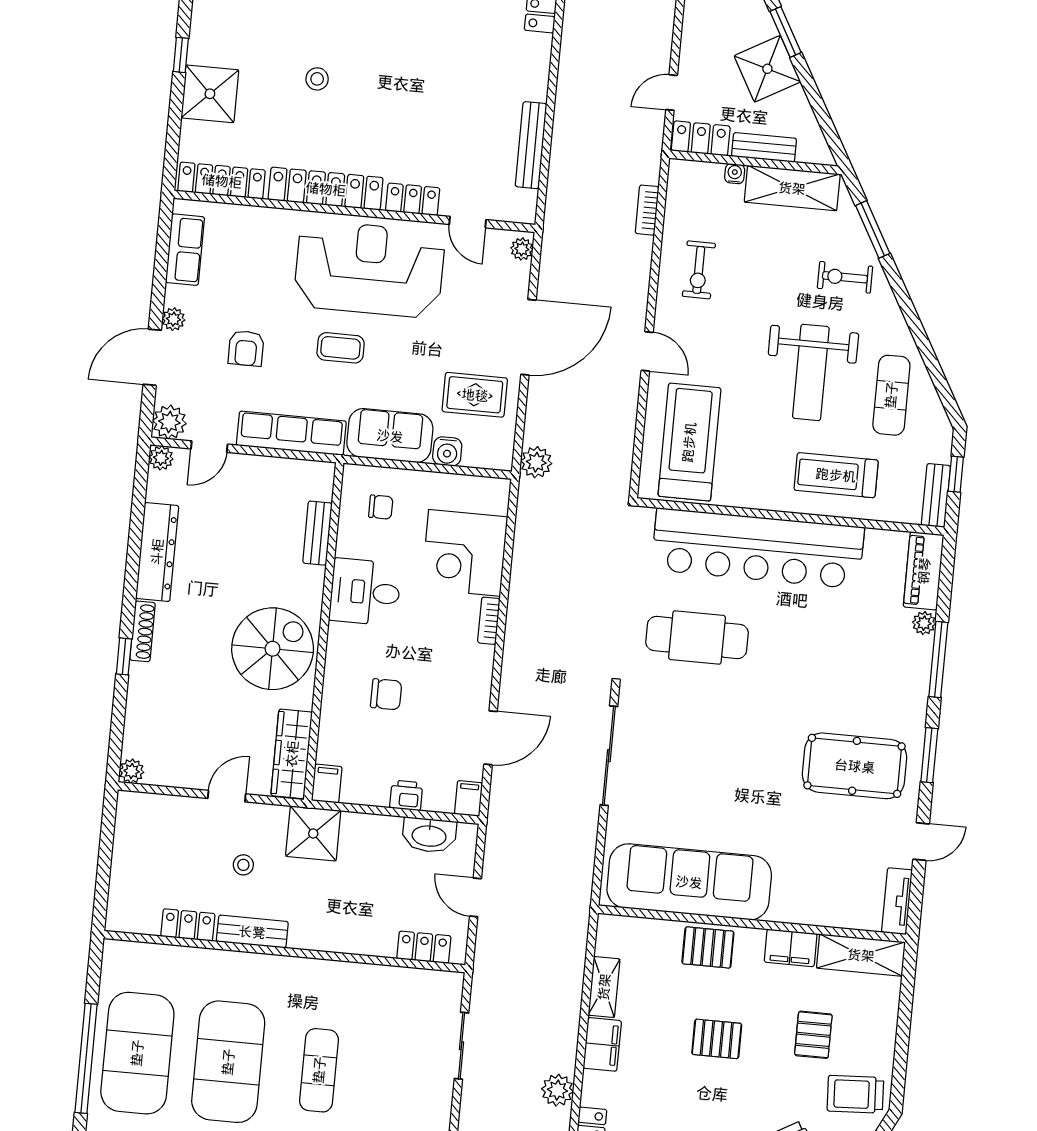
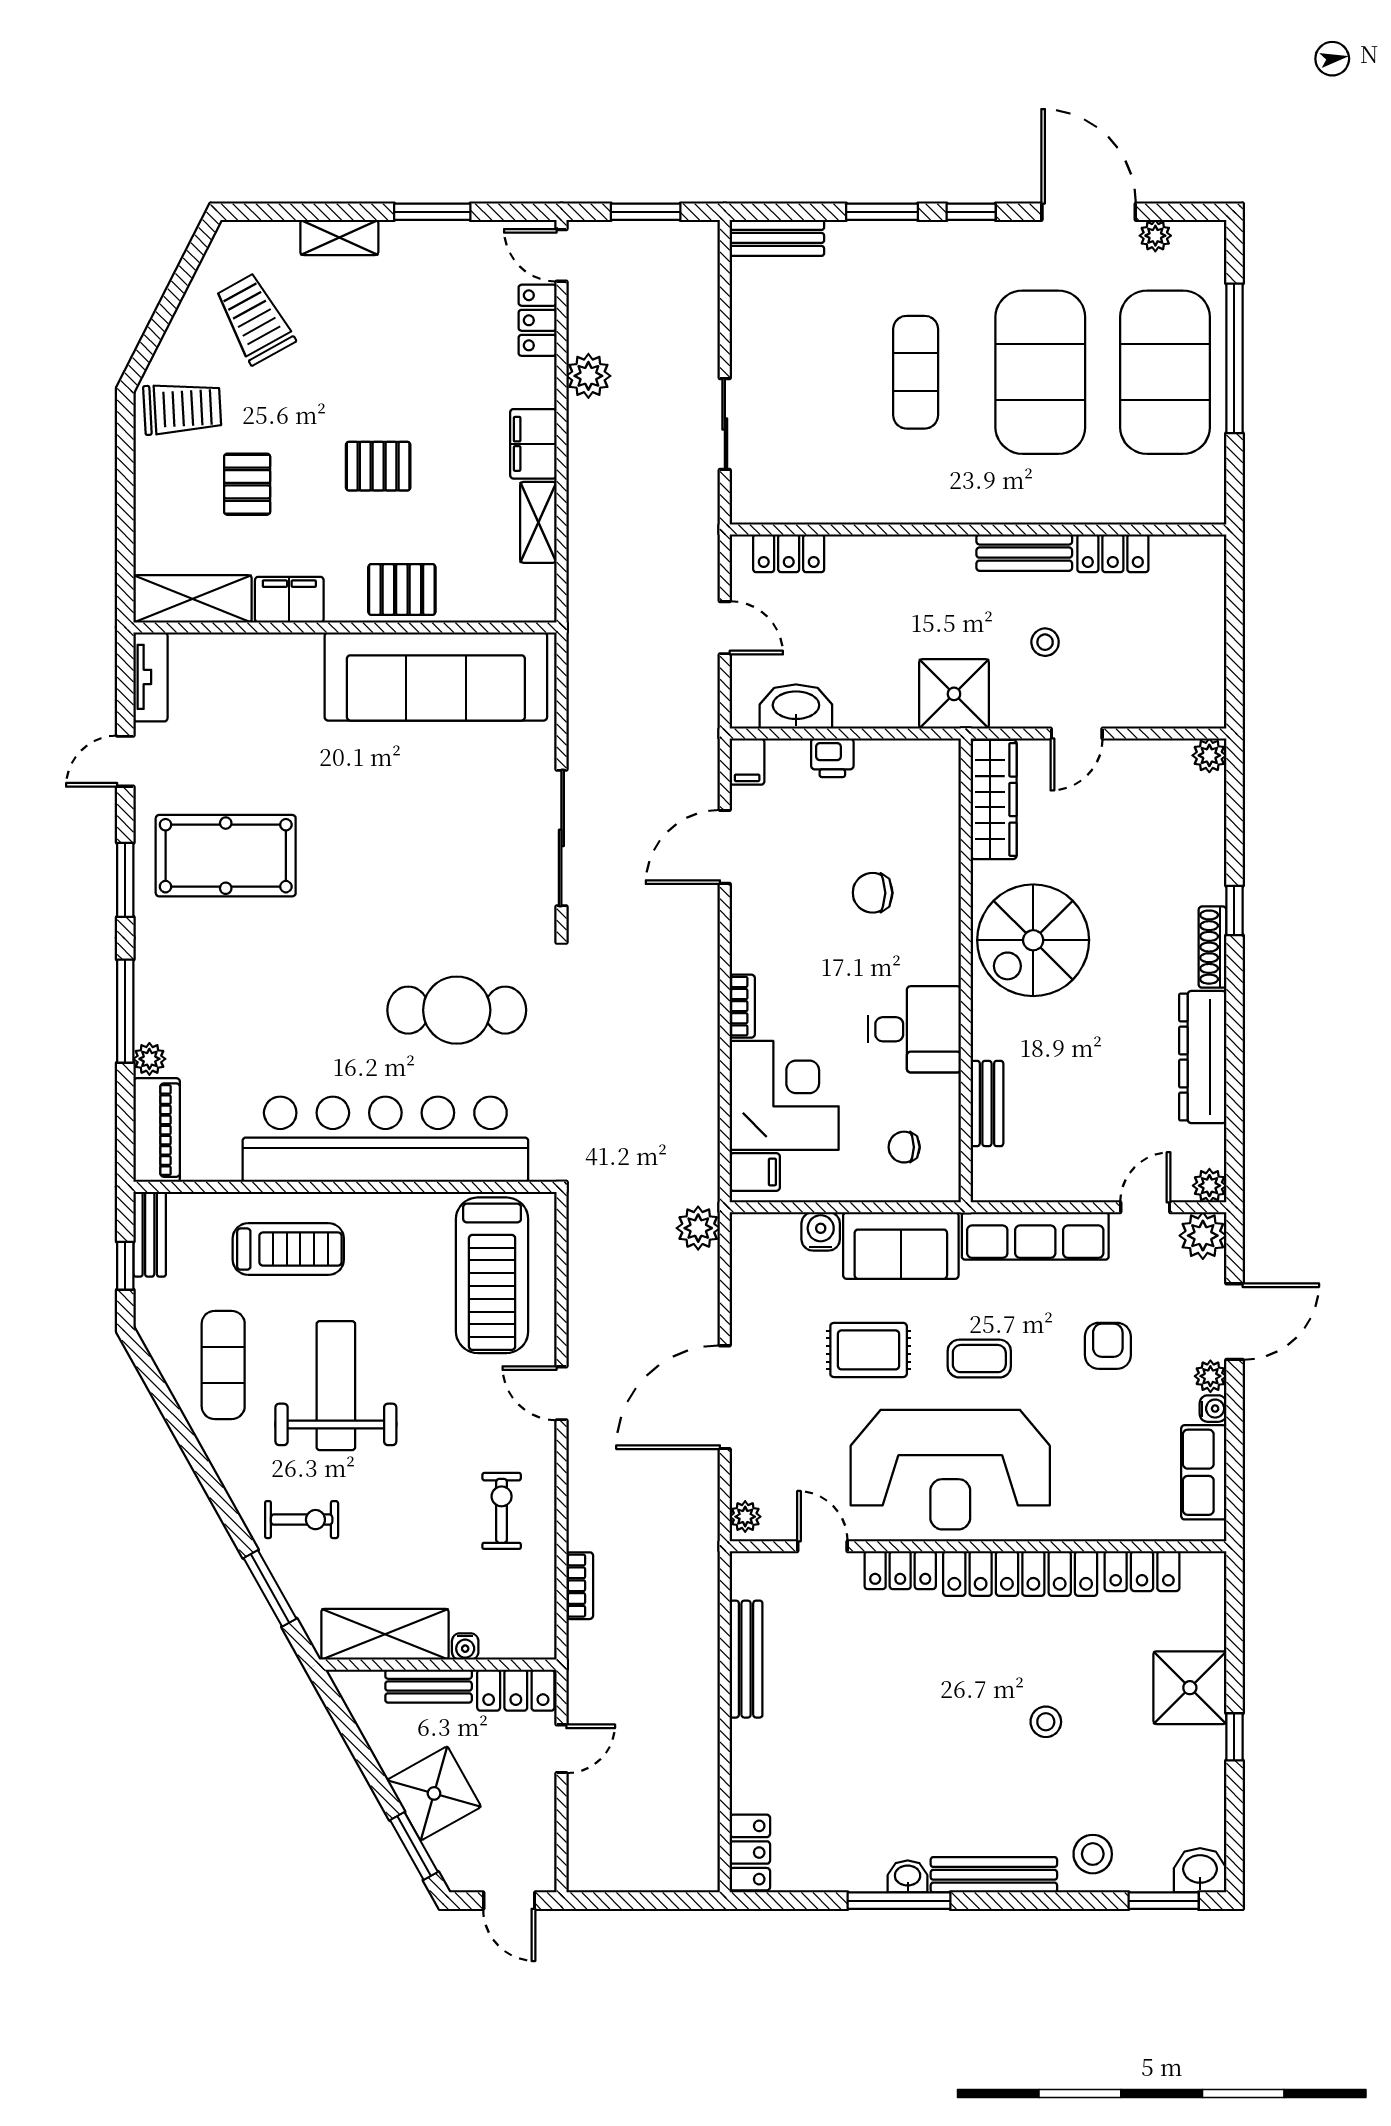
locker: (222, 181) -> (1142, 1571), width x0.66
water cooler: (174, 295) -> (1213, 1409), added
rug: (475, 395) -> (869, 1350), moved
filing cabinet: (327, 784) -> (755, 1172), moved, turned -90

